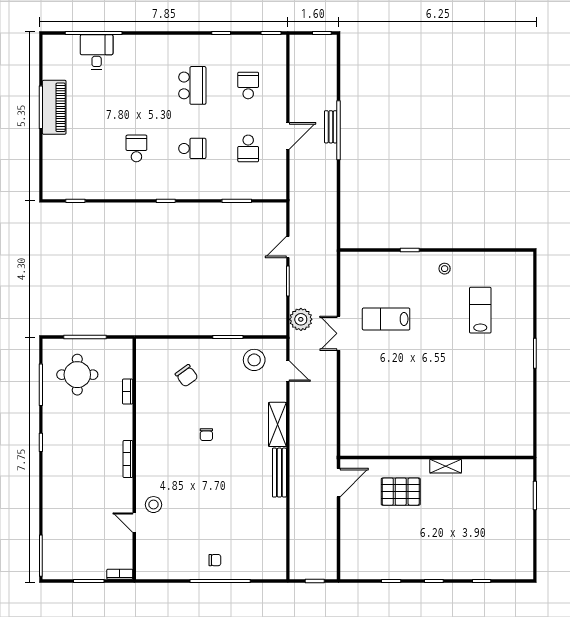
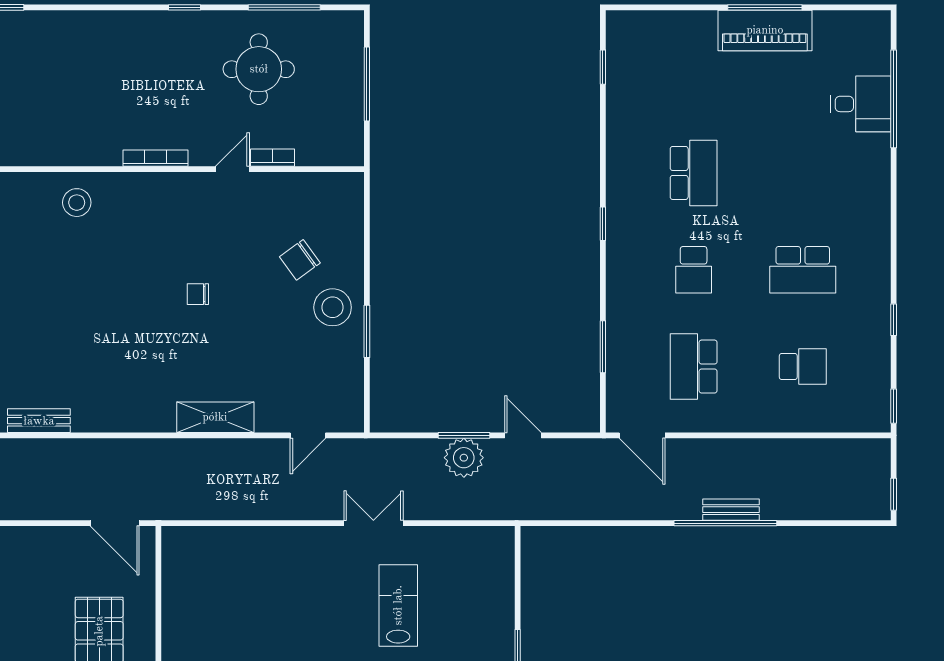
door: (288, 136) -> (642, 435), moved
school desk: (136, 148) -> (694, 173), width x1.85
school desk: (248, 148) -> (694, 367), width x1.85
plant: (301, 319) -> (464, 458), moved
stool: (254, 360) -> (333, 307), moved
round table: (77, 375) -> (259, 69), moved
bench: (279, 473) -> (39, 421), moved, width x0.73
door: (134, 523) -> (232, 169), moved

